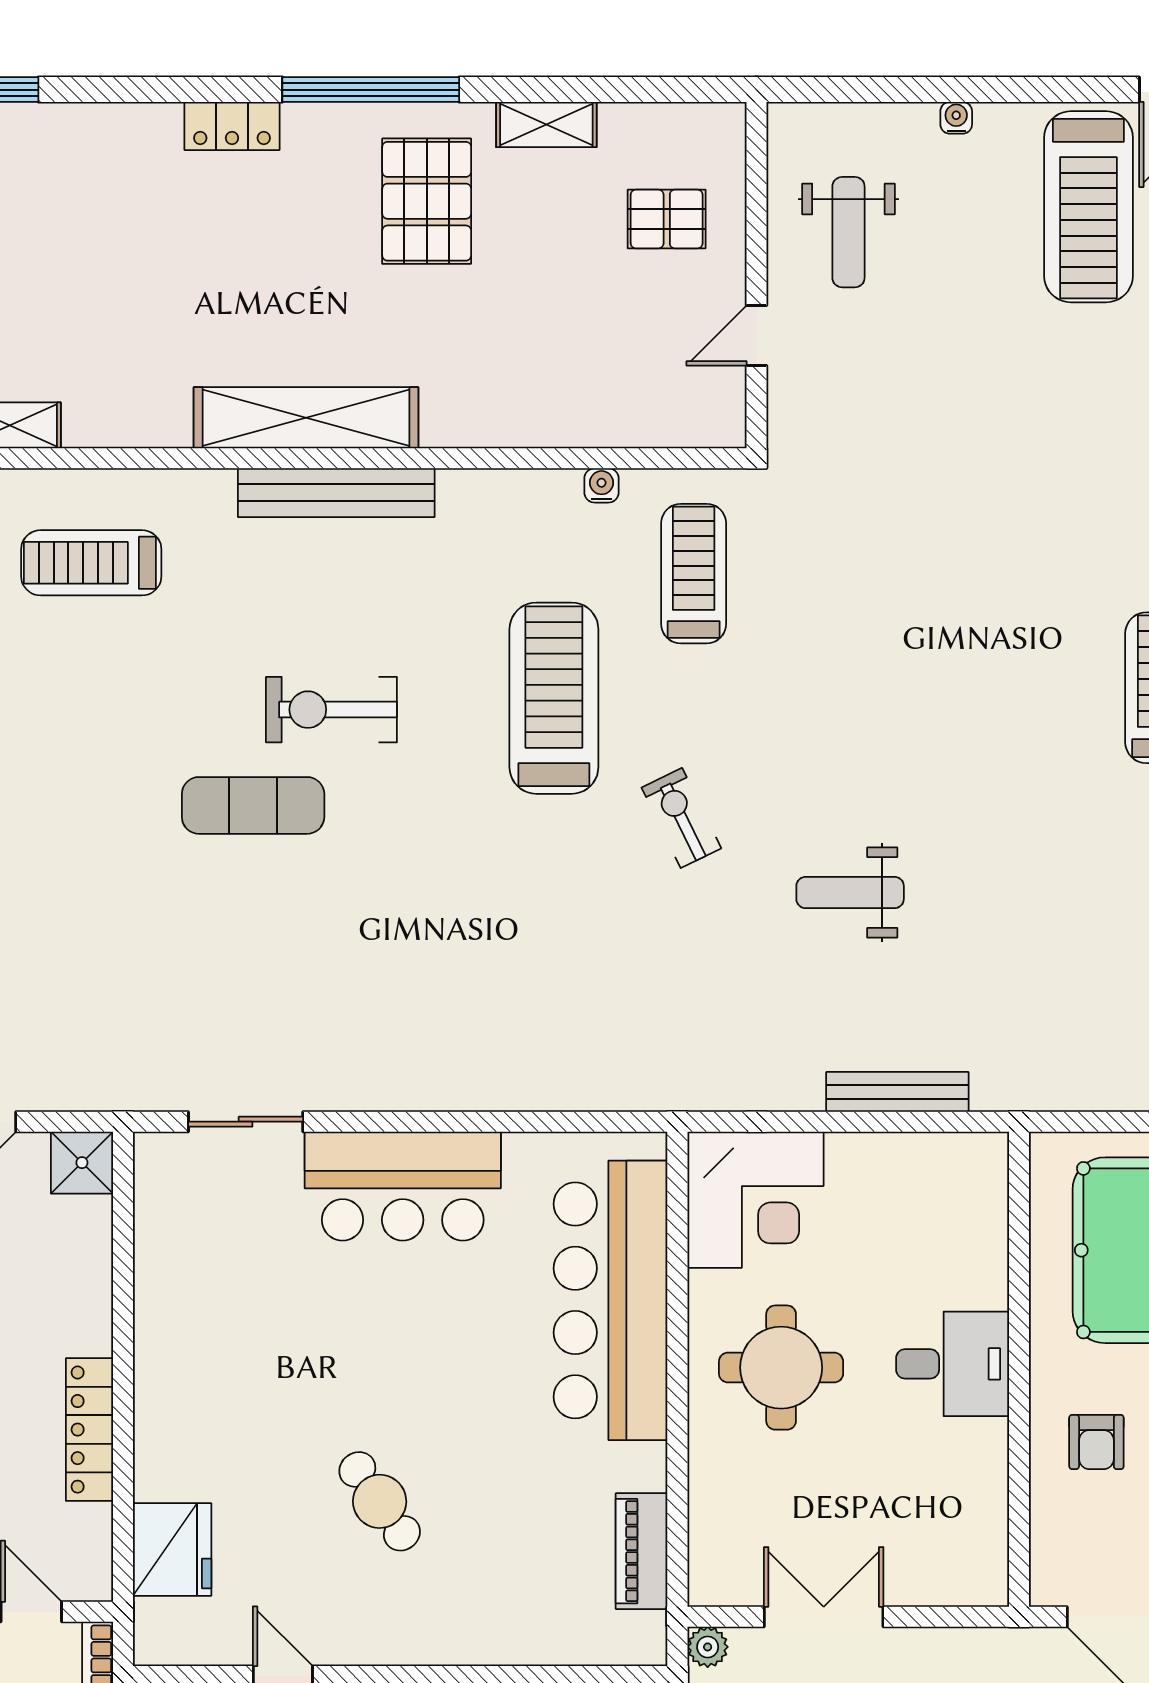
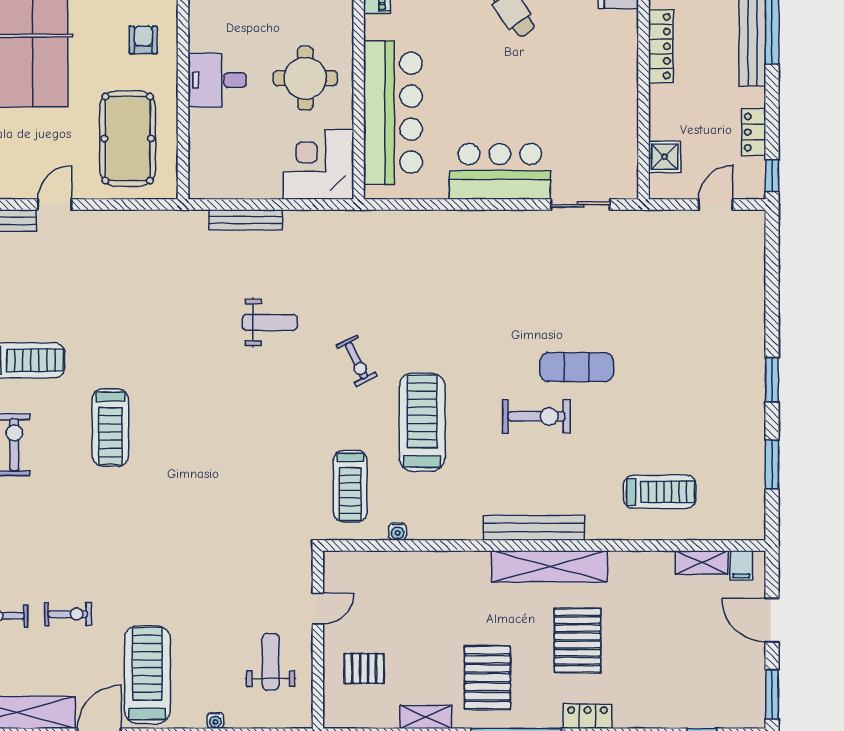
pallet: (251, 273) -> (578, 640), added
treadmill: (554, 698) -> (422, 422), turned 180
shower: (82, 1163) -> (665, 157), moved

